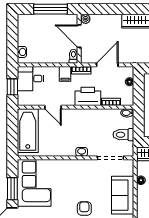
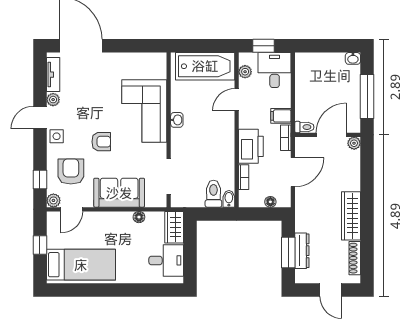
washbasin: (22, 52) -> (353, 58), moved
door: (107, 65) -> (293, 172), hinge flipped
plant: (32, 101) -> (245, 72), added
toilet: (123, 135) -> (213, 194), moved
washbasin: (82, 152) -> (177, 120), moved
corner sofa: (34, 183) -> (144, 111), moved, turned 90
window: (12, 189) -> (128, 46), removed

